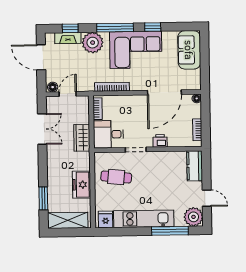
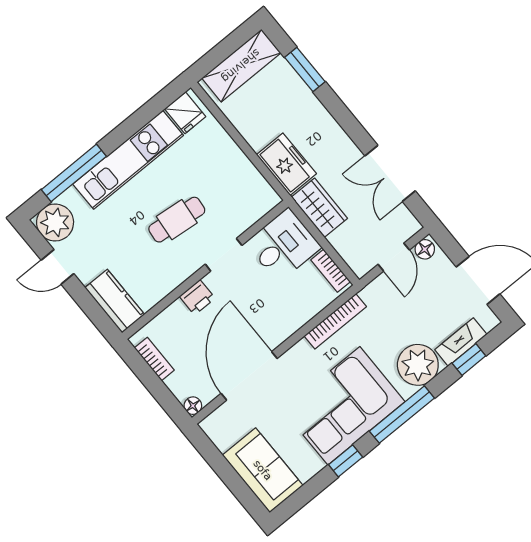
cafe table: (116, 177) -> (177, 220), moved
freezer: (81, 185) -> (286, 164), moved

